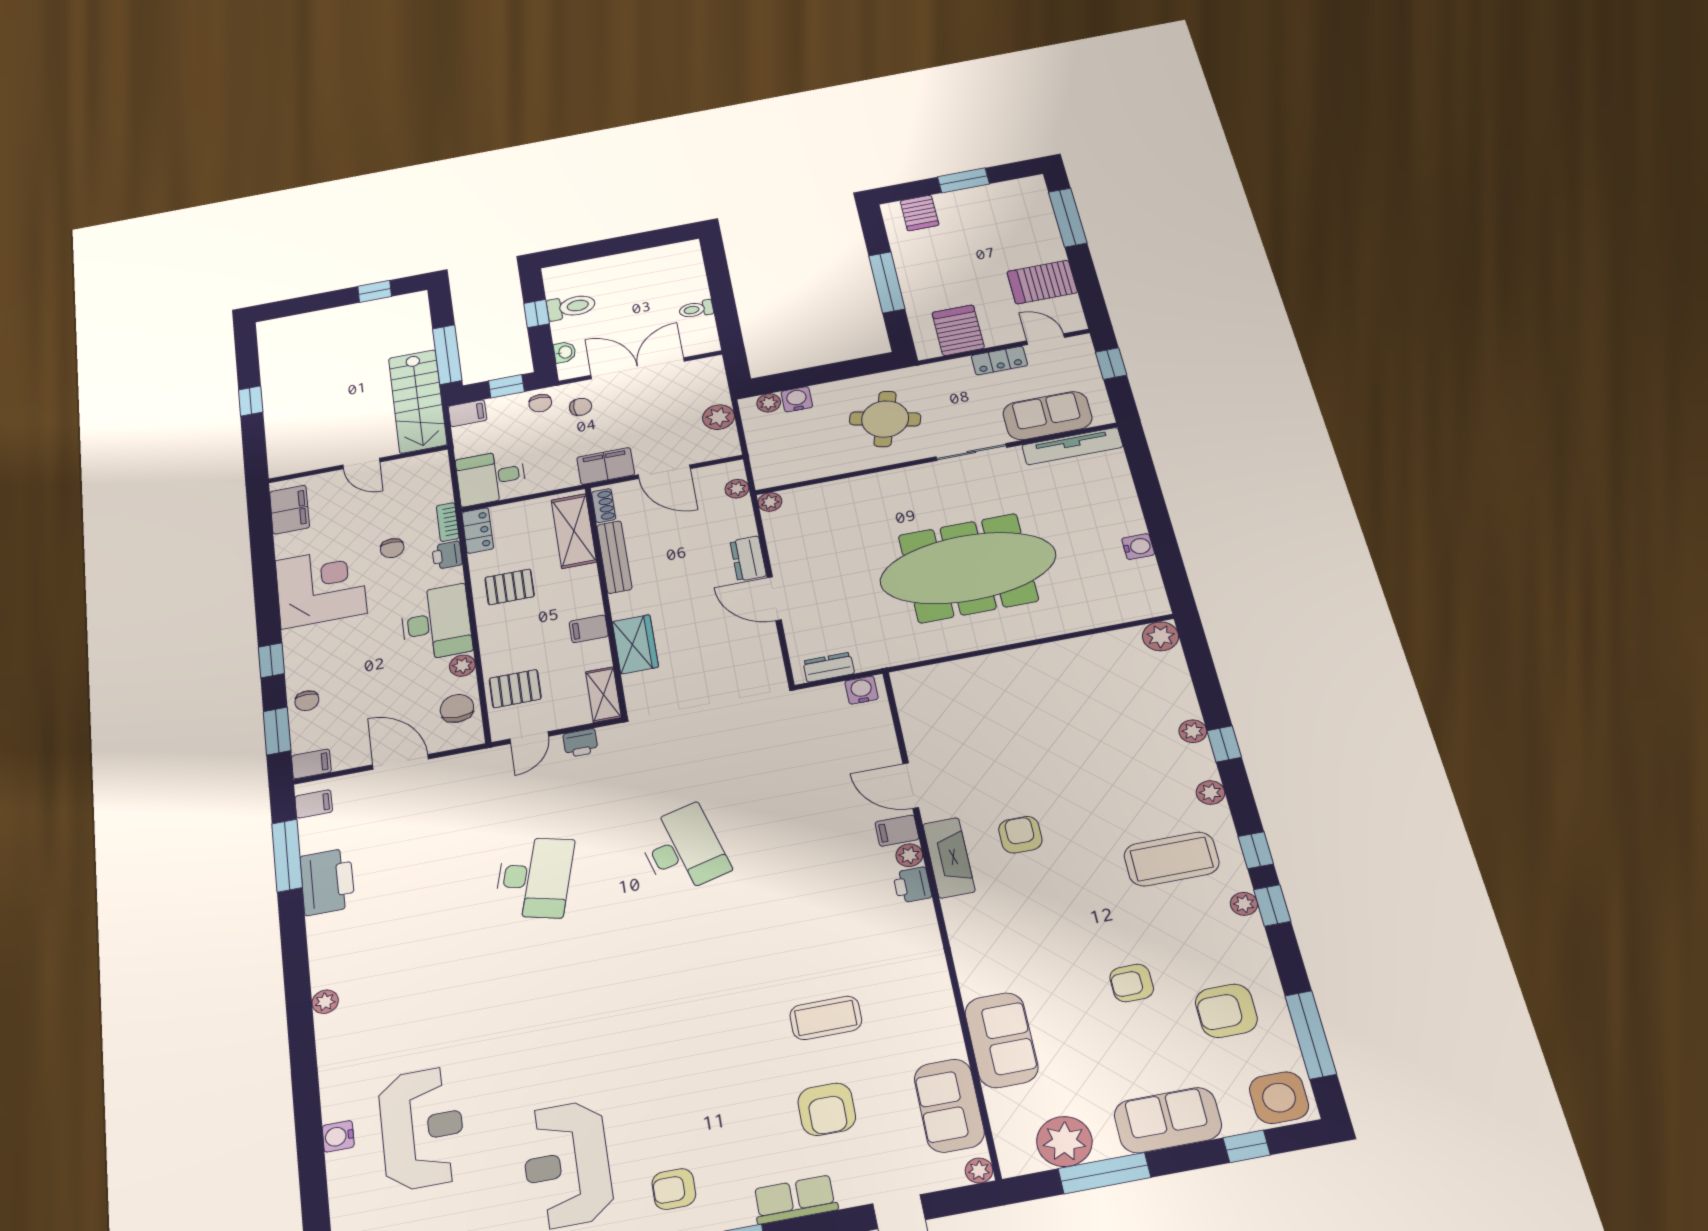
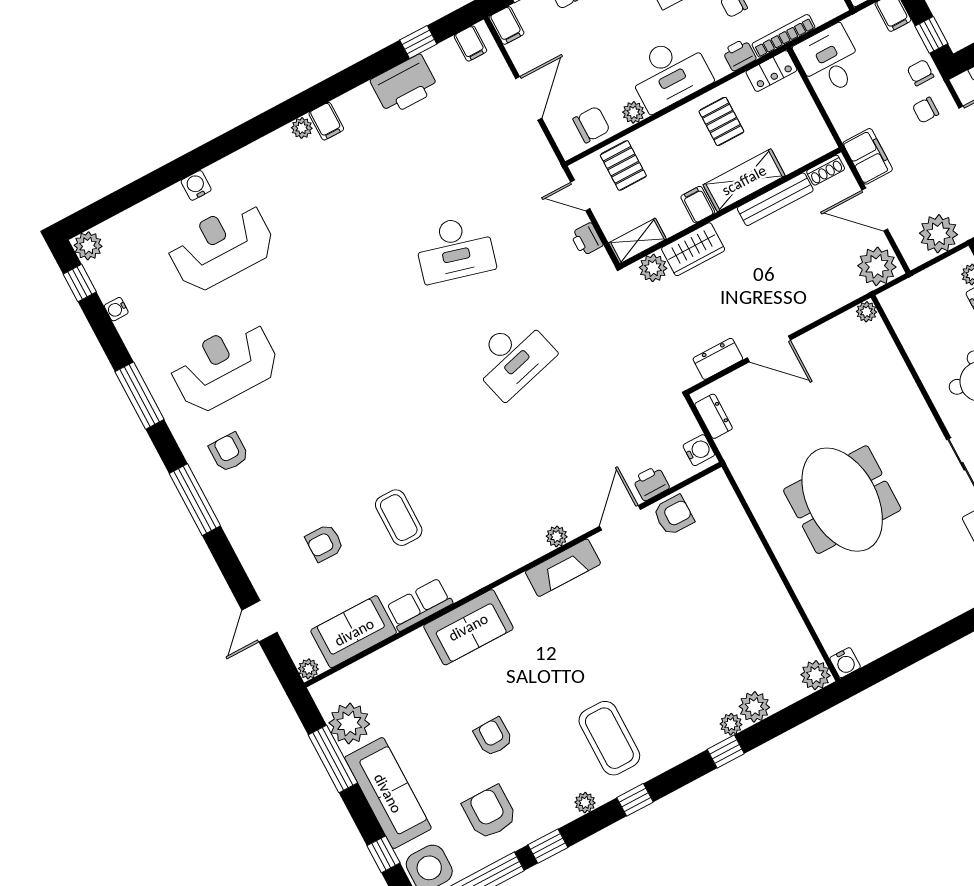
chair: (540, 403) -> (920, 73), turned 90
chair: (581, 407) -> (926, 110), turned 90
plant: (719, 417) -> (938, 234), width x1.36, depth x1.36
door: (664, 472) -> (875, 210), hinge flipped
plant: (737, 489) -> (877, 266), width x1.88, depth x1.88
bookcase: (448, 522) -> (784, 36), width x1.56
shelving: (574, 531) -> (744, 180), moved
water cooler: (1138, 547) -> (845, 663), moved
dresser: (748, 559) -> (718, 359), moved
meeting table: (968, 568) -> (842, 500), width x0.73
door: (774, 599) -> (769, 349), swing flipped
plant: (640, 687) -> (653, 268), added
plant: (1210, 793) -> (754, 707), moved, width x1.38, depth x1.38
filing cabinet: (897, 831) -> (326, 121), moved, turned 180
armchair: (1020, 835) -> (674, 515), moved
window: (287, 856) -> (418, 42), width x0.46
printer: (912, 885) -> (651, 483), moved
window: (1272, 905) -> (548, 846), moved
sofa: (1001, 1040) -> (468, 627), moved
armchair: (827, 1109) -> (324, 543), width x0.72, depth x0.72
sofa: (1168, 1120) -> (388, 793), width x1.36
reception desk: (422, 1128) -> (221, 246), turned 180
row of seats: (795, 1199) -> (419, 605), moved, turned -90

